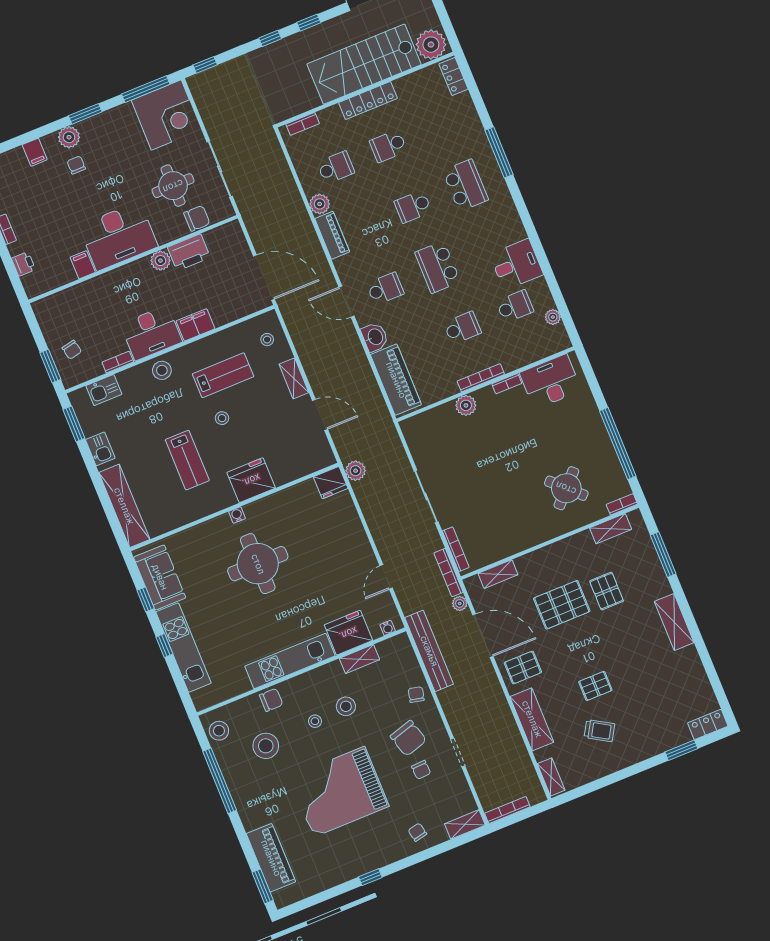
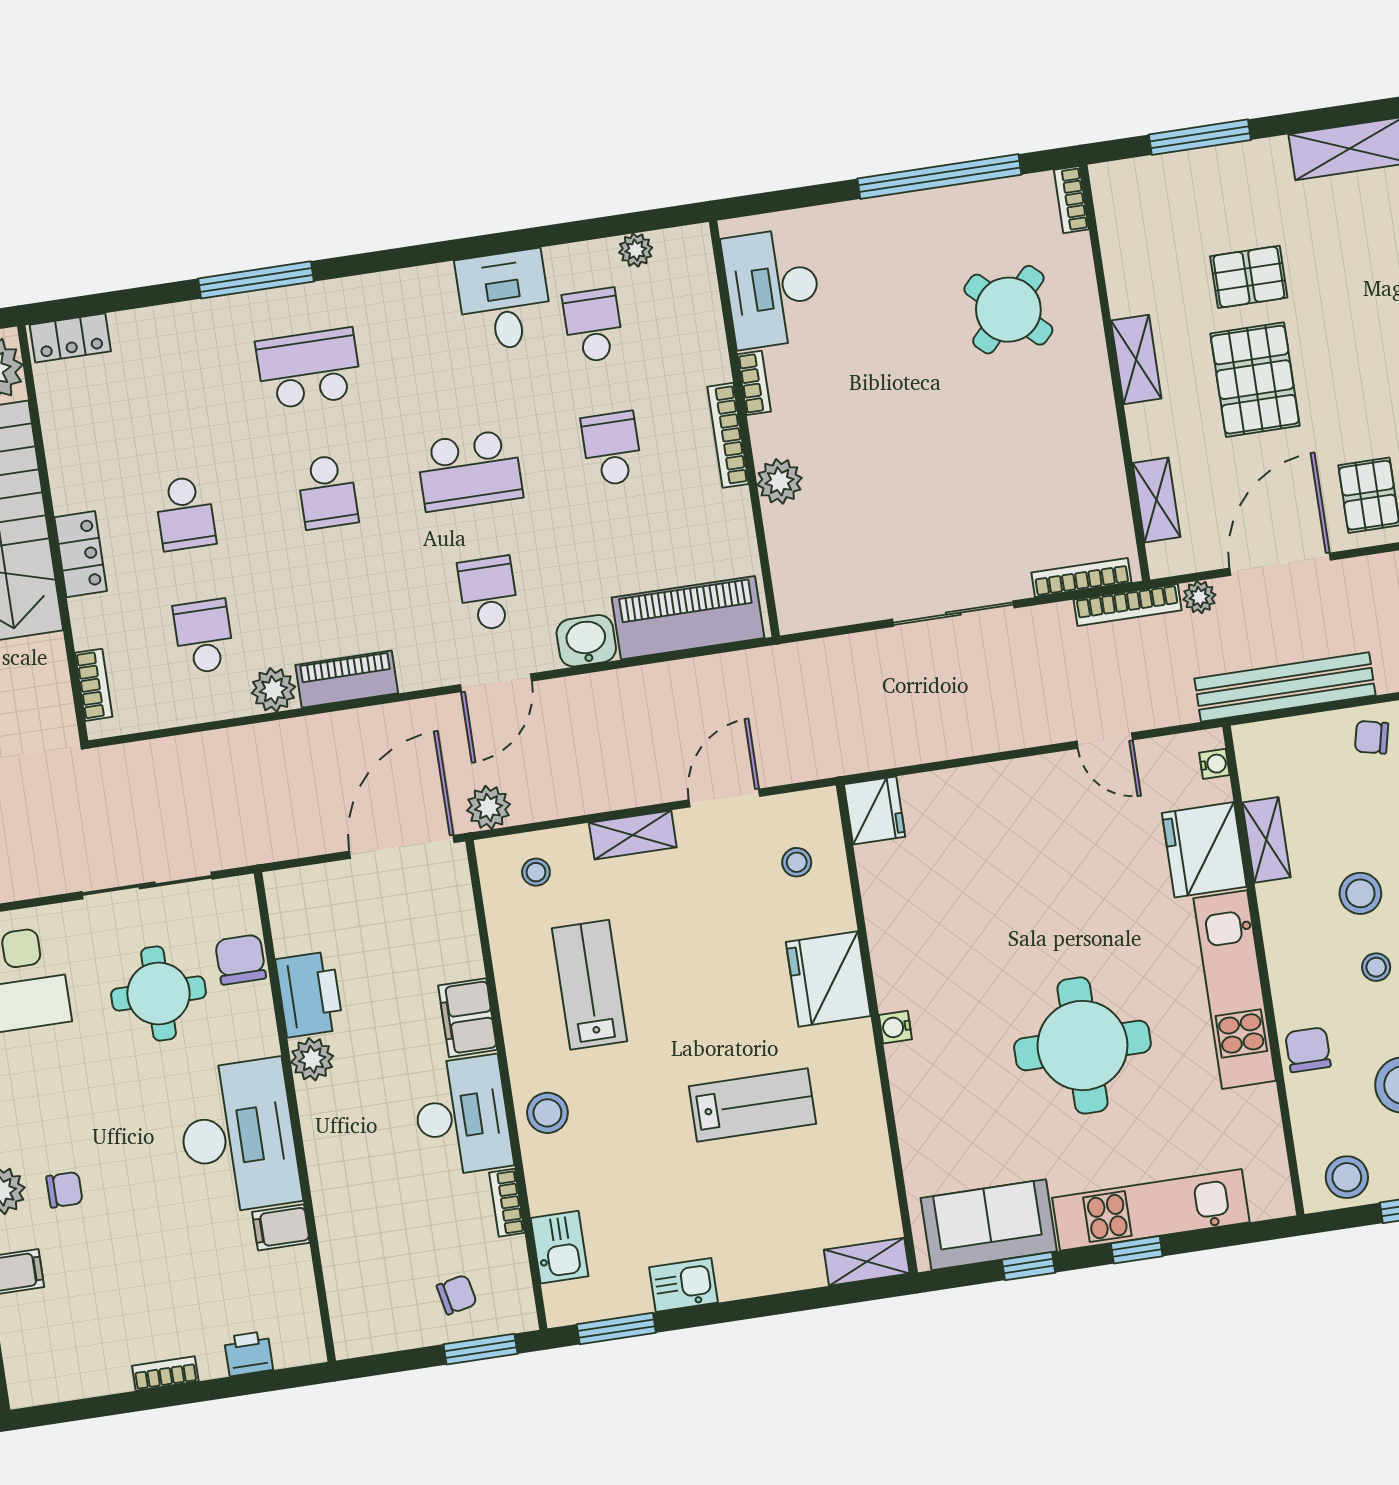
locker: (368, 101) -> (81, 554), width x0.66
chair: (76, 165) -> (64, 1190), turned 180
stool: (222, 418) -> (797, 862), moved
plant: (356, 471) -> (489, 807), moved
shelving: (124, 506) -> (867, 1262), width x0.45, depth x0.75
shelving: (611, 529) -> (1136, 360), moved
round table: (258, 564) -> (1082, 1045), moved

